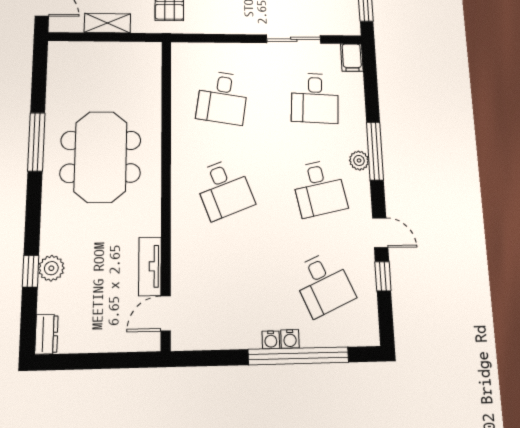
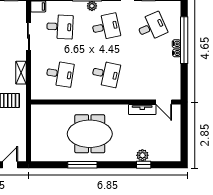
shelving: (107, 23) -> (21, 73), moved
desk: (224, 189) -> (106, 74), turned 33
dresser: (46, 334) -> (172, 156), removed

